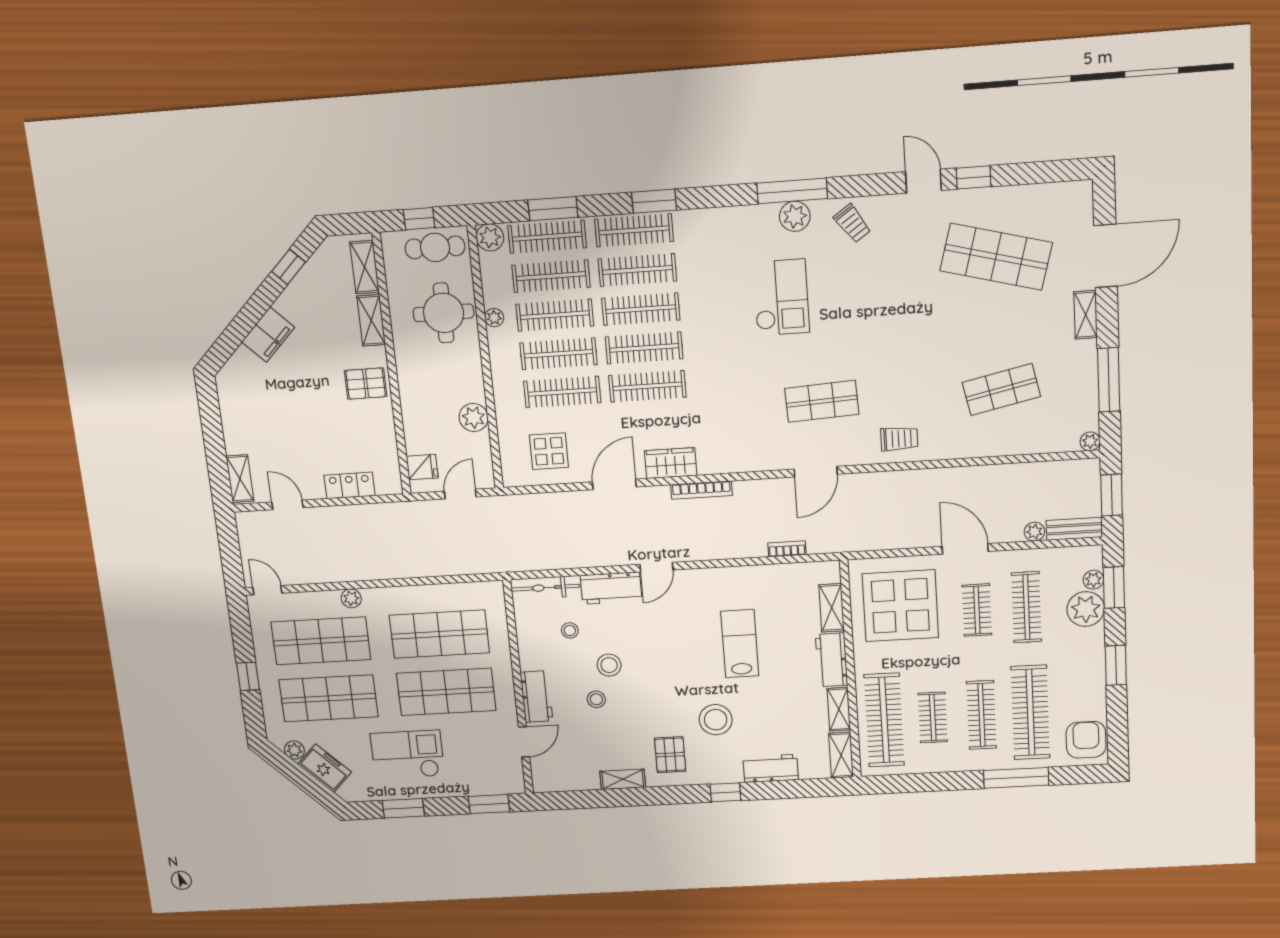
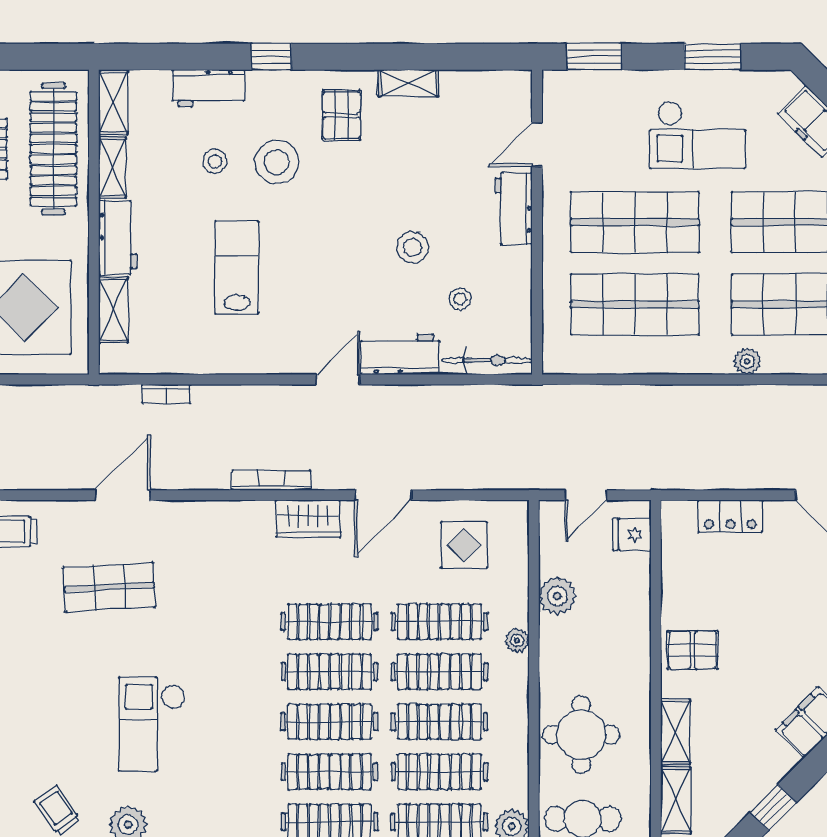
plant: (494, 318) -> (517, 641), moved
lab bench: (740, 644) -> (237, 267), turned 180
stool: (596, 699) -> (215, 161), moved

